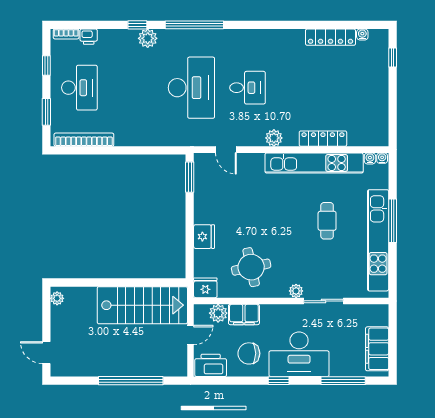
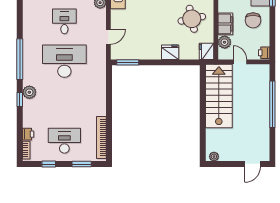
printer: (211, 365) -> (264, 53), width x0.53, depth x0.68

